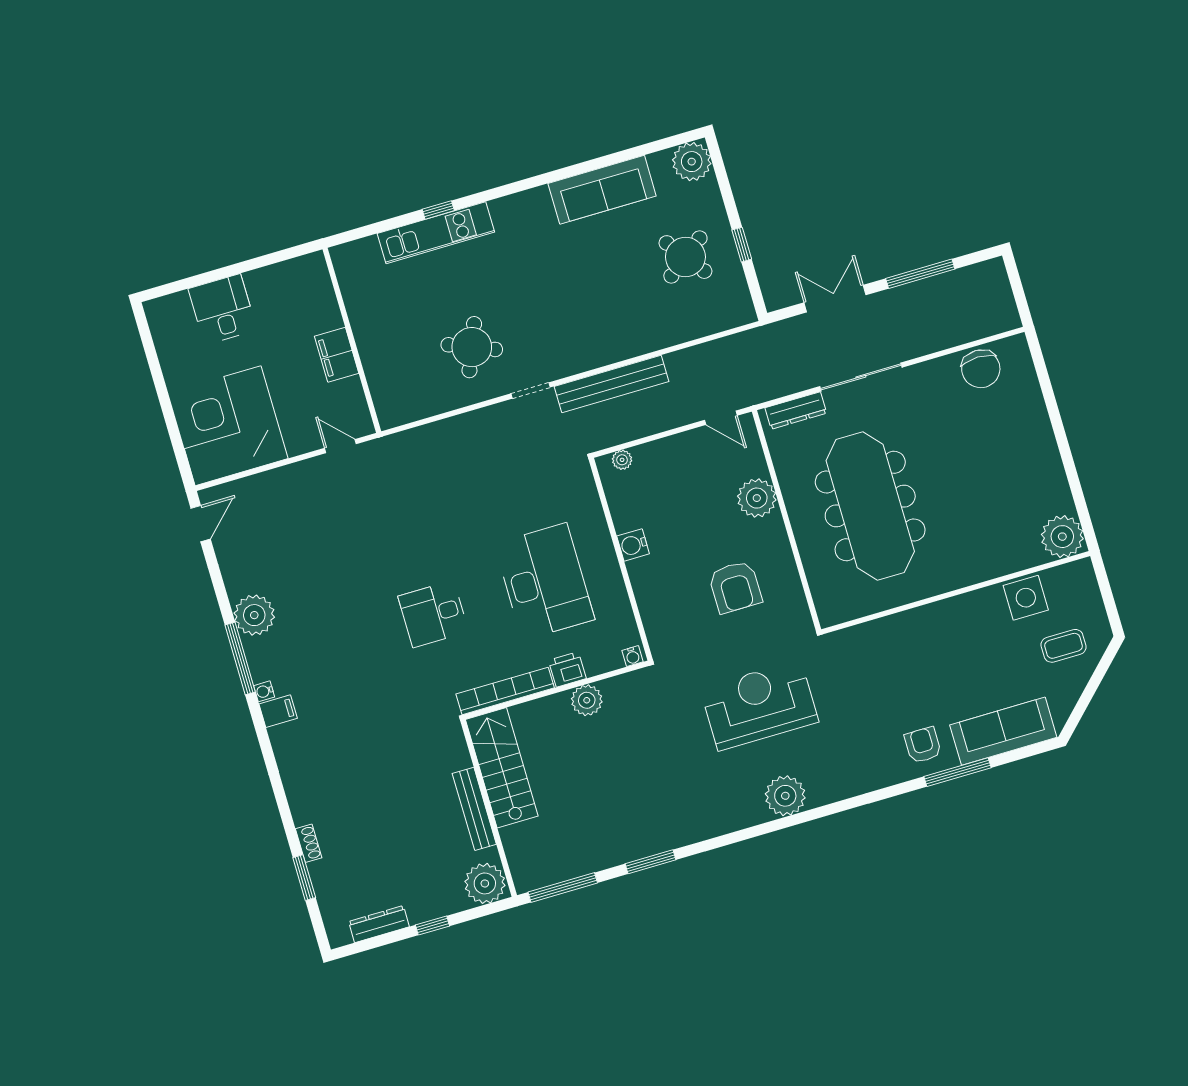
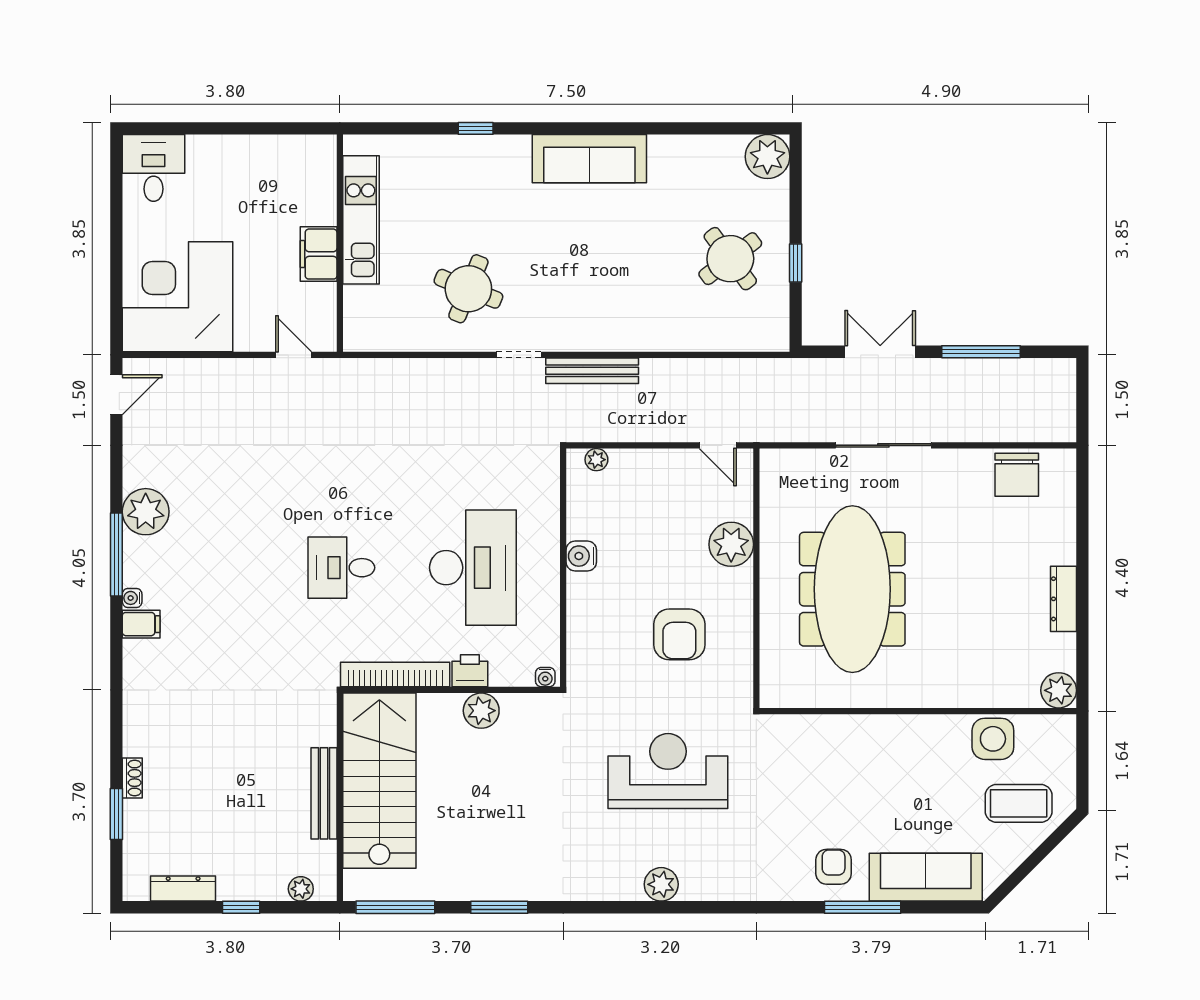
sofa: (602, 190) -> (589, 159), moved
kitchen unit: (436, 233) -> (361, 220), moved, turned -90
desk: (222, 309) -> (154, 168), moved
bench: (612, 384) -> (592, 371), width x0.73, depth x0.82
dresser: (796, 410) -> (1064, 599), moved, turned 90
plant: (1062, 537) -> (1059, 690), width x0.73, depth x0.73
coffee table: (1063, 646) -> (1019, 803), width x1.36, depth x1.30
stairs: (502, 768) -> (379, 781), width x1.36, depth x1.51
plant: (785, 796) -> (661, 884), width x0.73, depth x0.73
plant: (485, 883) -> (301, 889), width x0.53, depth x0.53

